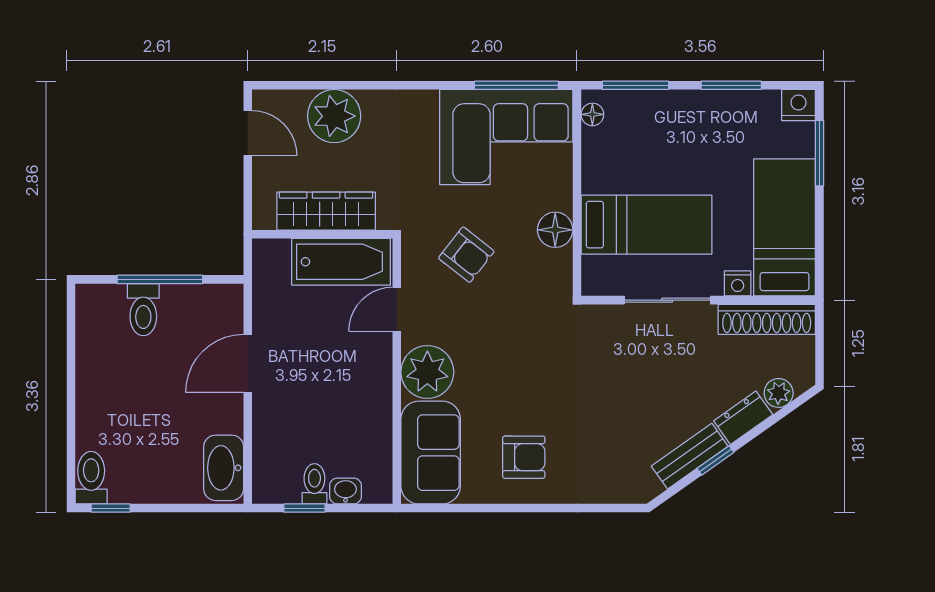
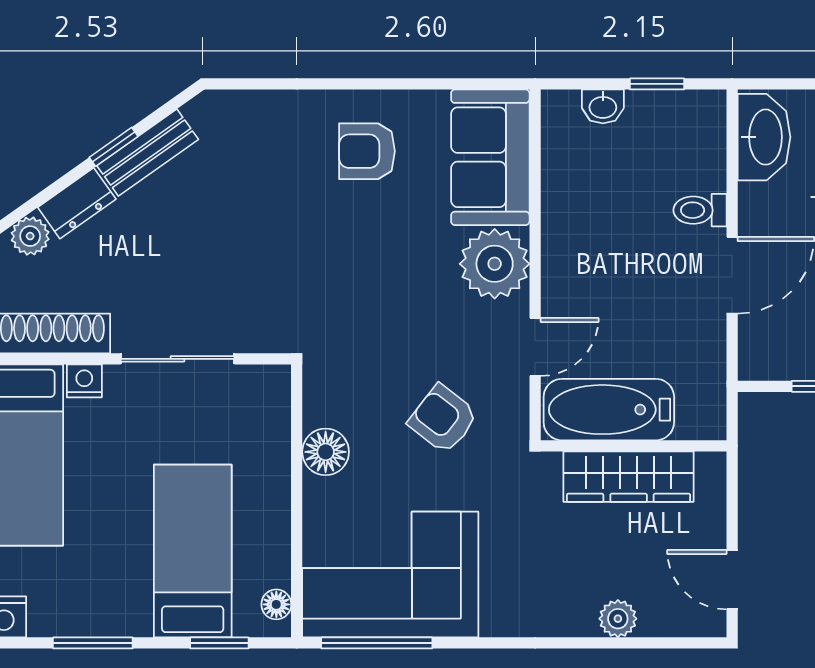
window: (636, 85) -> (219, 643), width x0.67
plant: (334, 116) -> (618, 619), width x0.53, depth x0.53
bed: (646, 225) -> (193, 551), moved, turned 90
toilet: (314, 484) -> (700, 210), moved, turned 90

